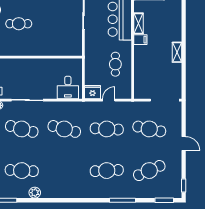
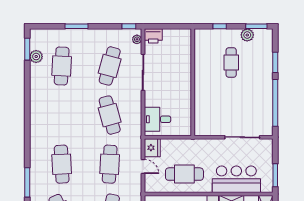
cafe table: (115, 64) -> (184, 174), width x1.37, depth x1.35
cafe table: (64, 129) -> (110, 115), turned -30
plant: (35, 193) -> (36, 57), moved

